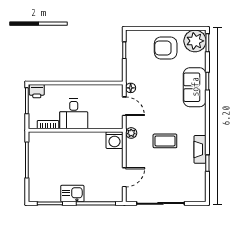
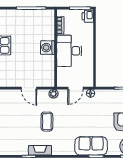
desk: (74, 114) -> (69, 51), width x1.37
washing machine: (114, 140) -> (48, 48), moved
door: (124, 177) -> (29, 88), moved

